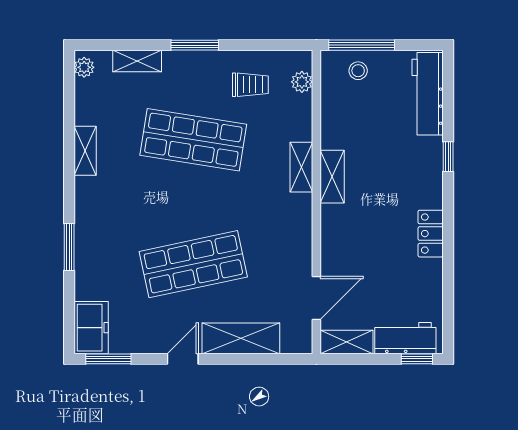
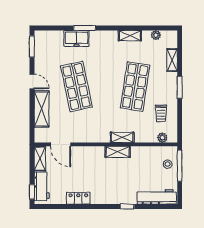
plant: (84, 67) -> (156, 35), moved
locker: (431, 234) -> (78, 198), moved
freezer: (91, 328) -> (77, 38), moved

